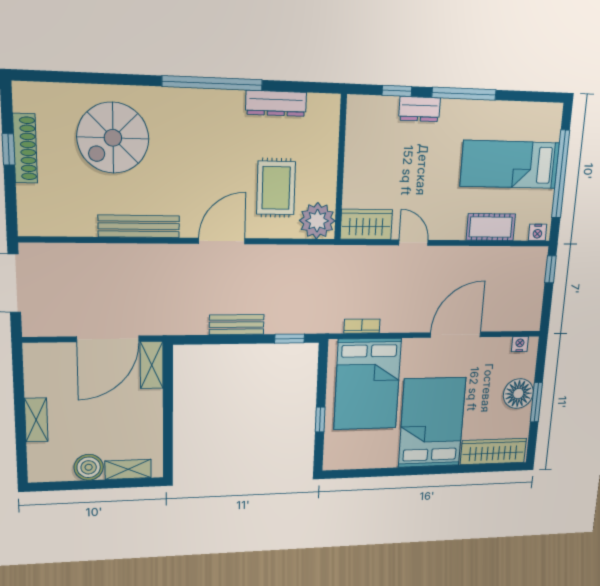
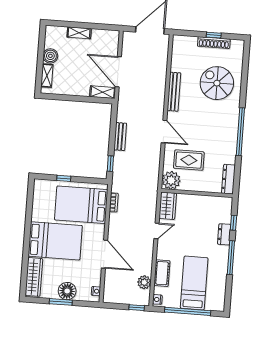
dresser: (276, 103) -> (228, 179), moved
plant: (507, 259) -> (144, 282), added

